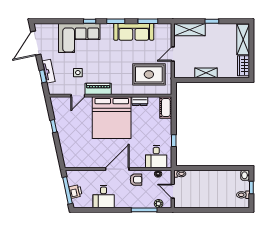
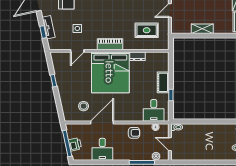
rug: (149, 74) -> (147, 30), width x0.73, depth x0.70
piano: (98, 89) -> (110, 44), moved
cot: (166, 107) -> (163, 82), moved
stool: (84, 152) -> (84, 106), added
door: (117, 169) -> (102, 123), moved

